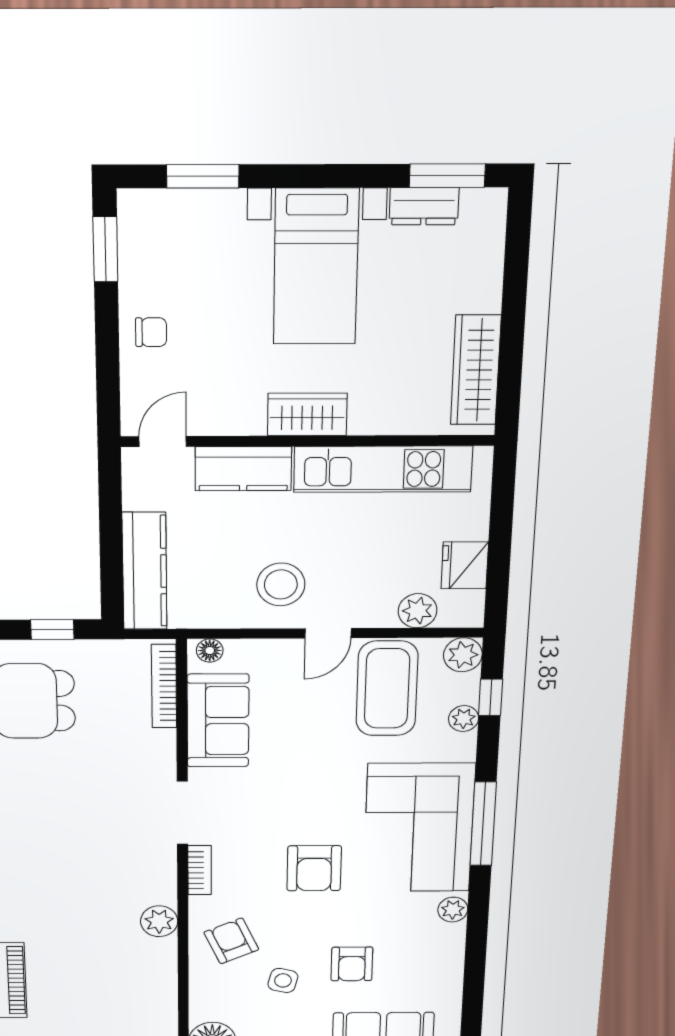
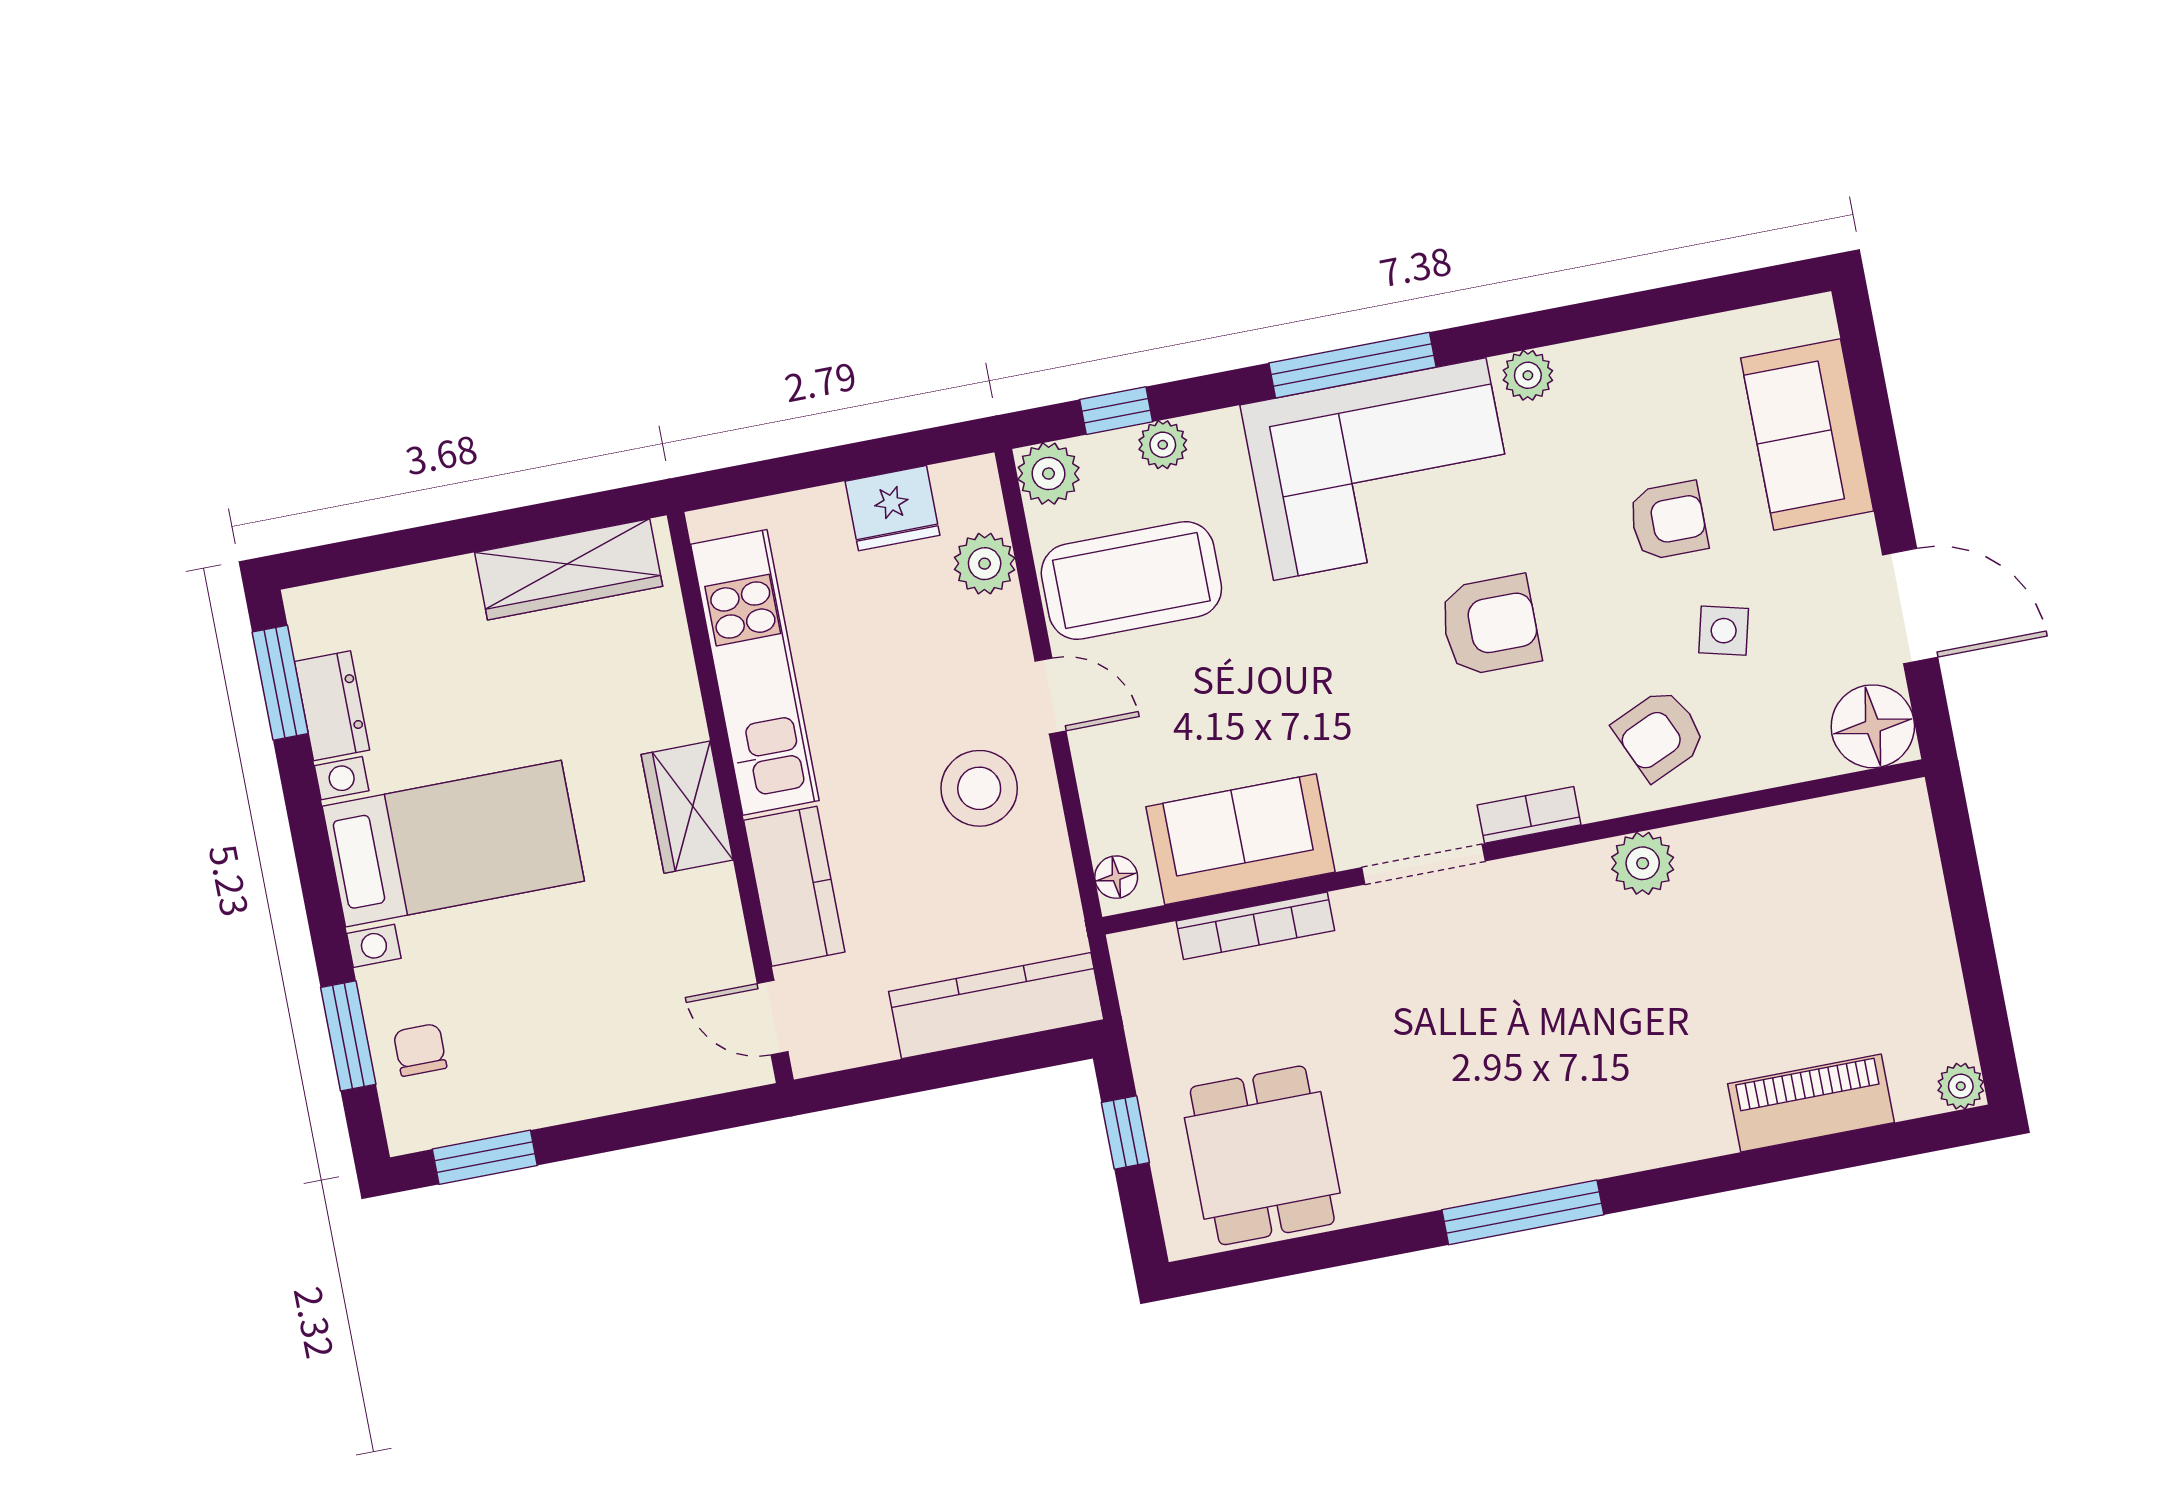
chair: (151, 332) -> (420, 1050), moved
bookcase: (164, 686) -> (1255, 926), moved

